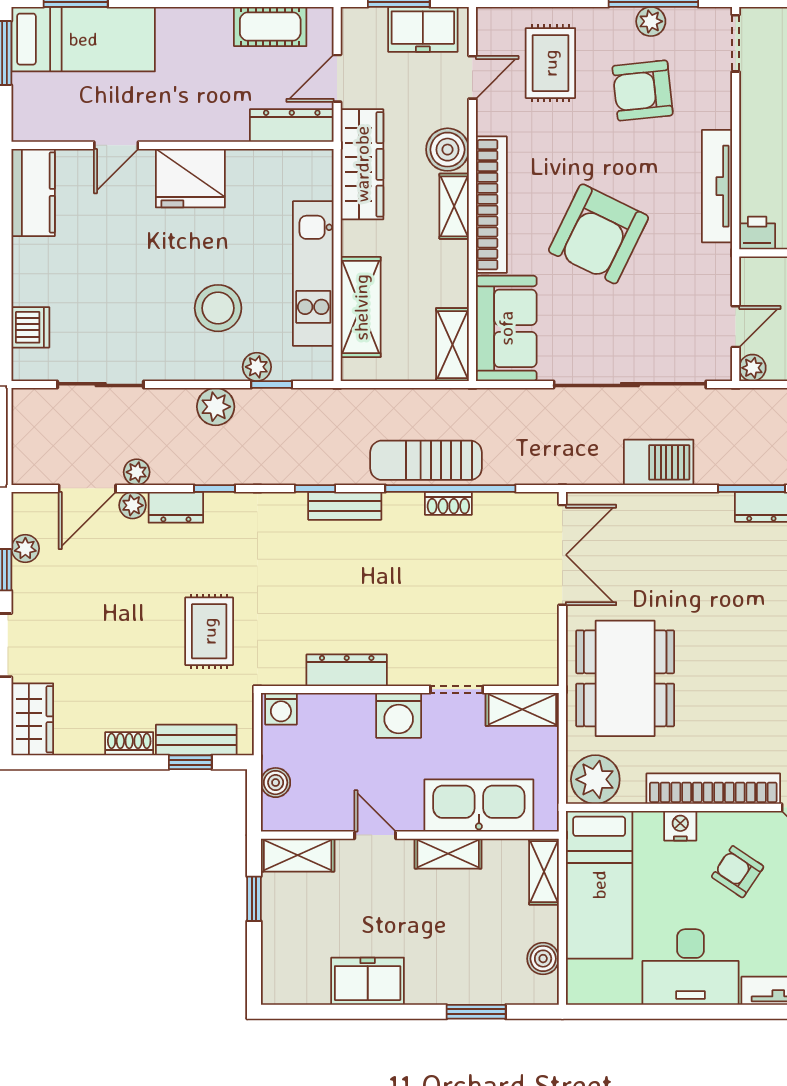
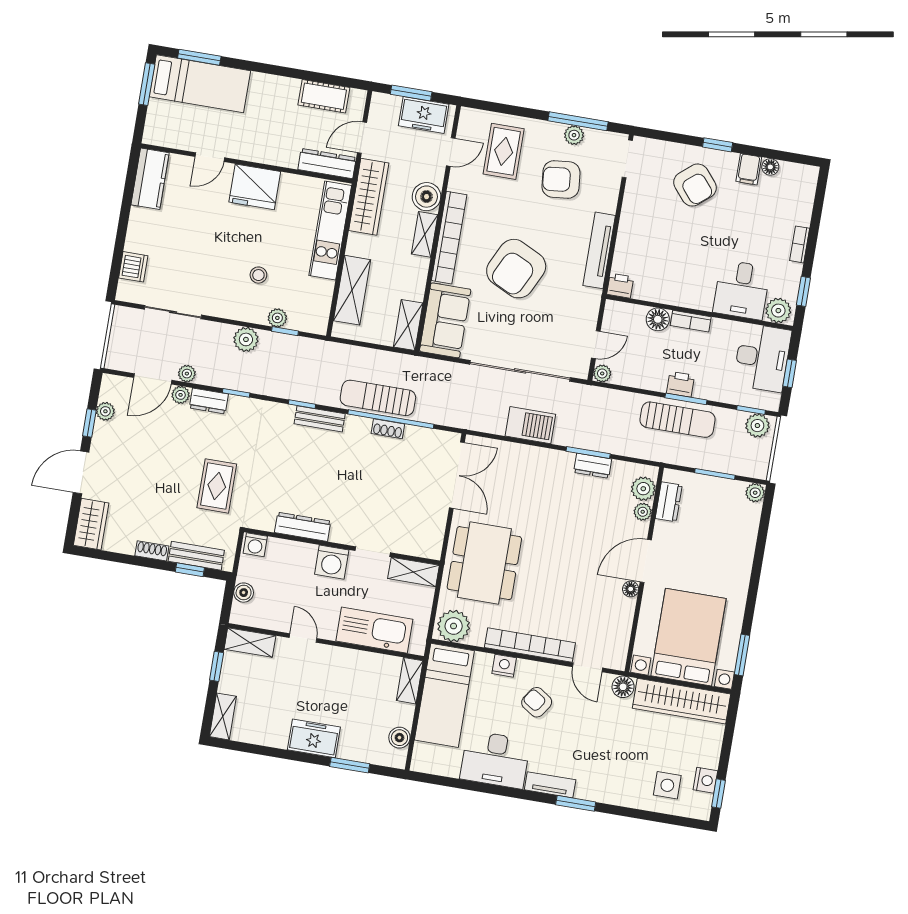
kitchen unit: (313, 274) -> (330, 230), moved
stool: (218, 308) -> (258, 275), width x0.53, depth x0.53
shelving: (448, 854) -> (223, 716), moved, turned 90
freezer: (368, 981) -> (314, 738), moved

